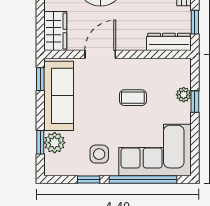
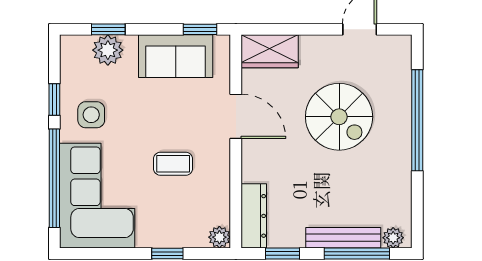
plant: (184, 95) -> (219, 237), moved
sofa: (59, 96) -> (176, 56), width x0.73
coffee table: (133, 98) -> (173, 164), turned 90

